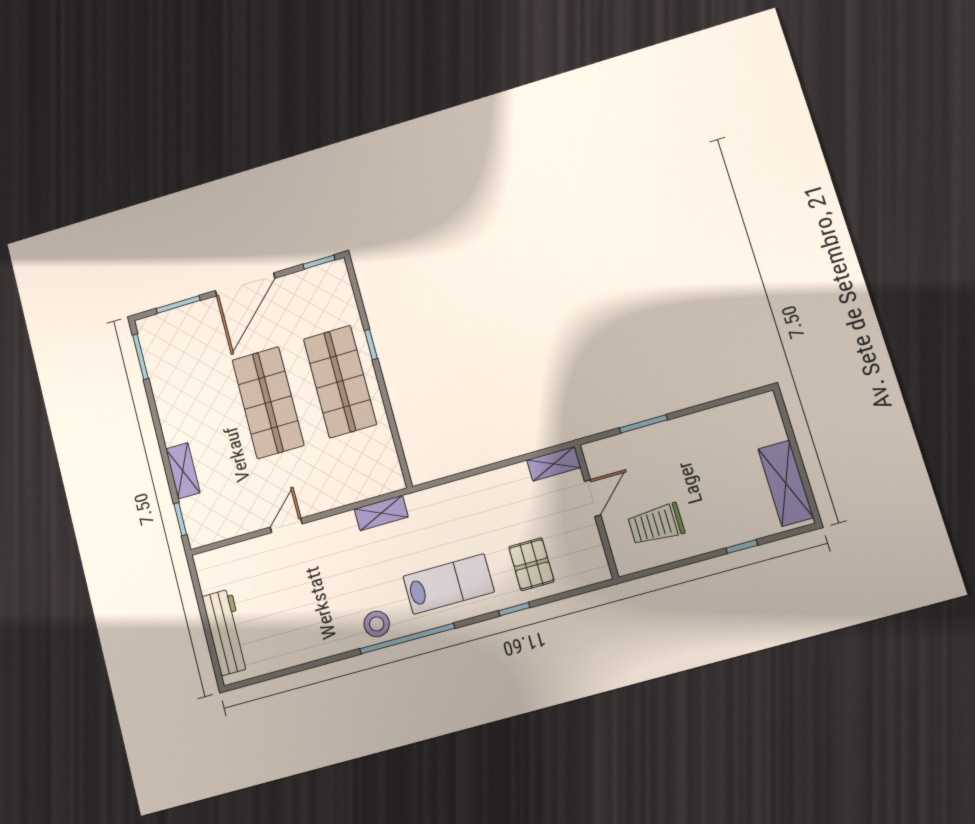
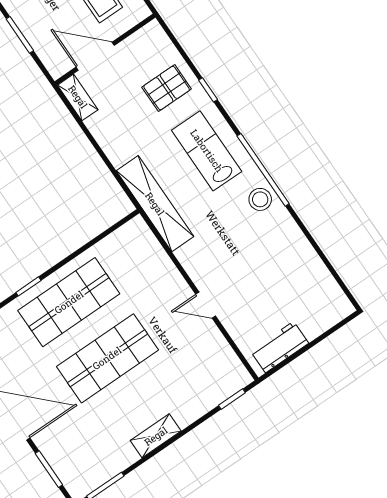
shelving: (183, 471) -> (156, 436), moved
door: (593, 498) -> (95, 56), width x1.38
shelving: (381, 513) -> (155, 204), width x2.20, depth x1.33
workbench: (226, 632) -> (280, 347), moved, width x0.73

